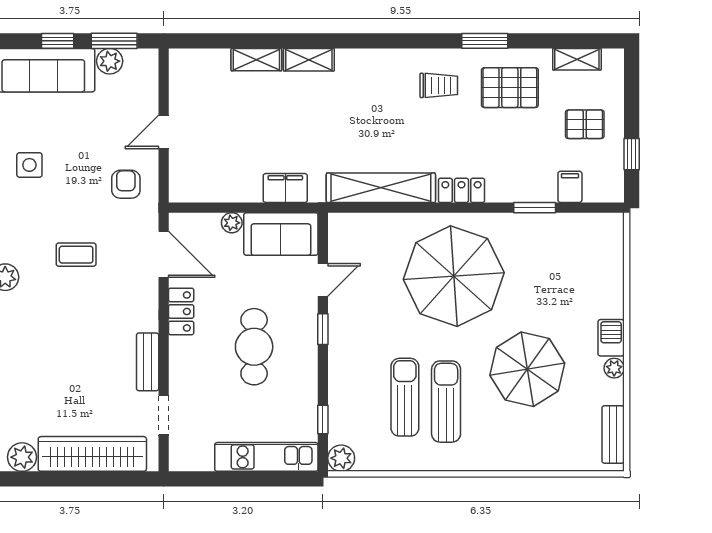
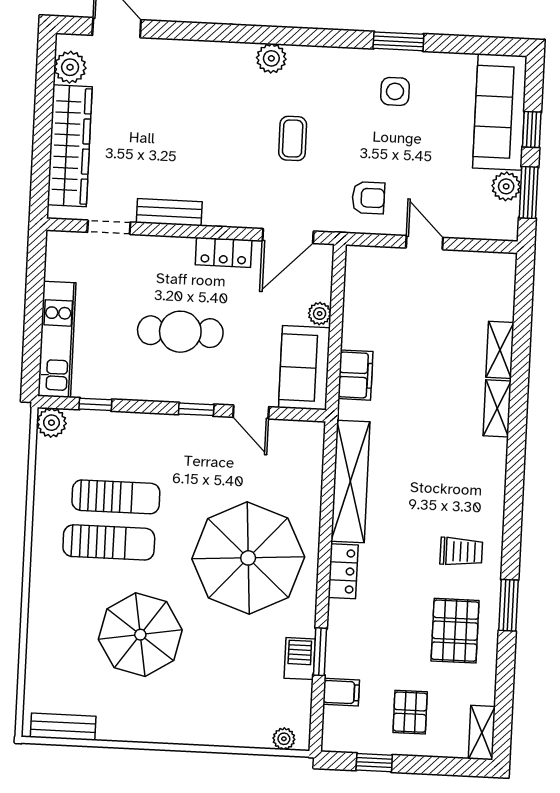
shelving: (577, 59) -> (482, 733), moved
trolley: (439, 85) -> (461, 552), turned -90
barbecue: (611, 338) -> (300, 659), moved, turned -90
plant: (614, 368) -> (284, 739), moved

